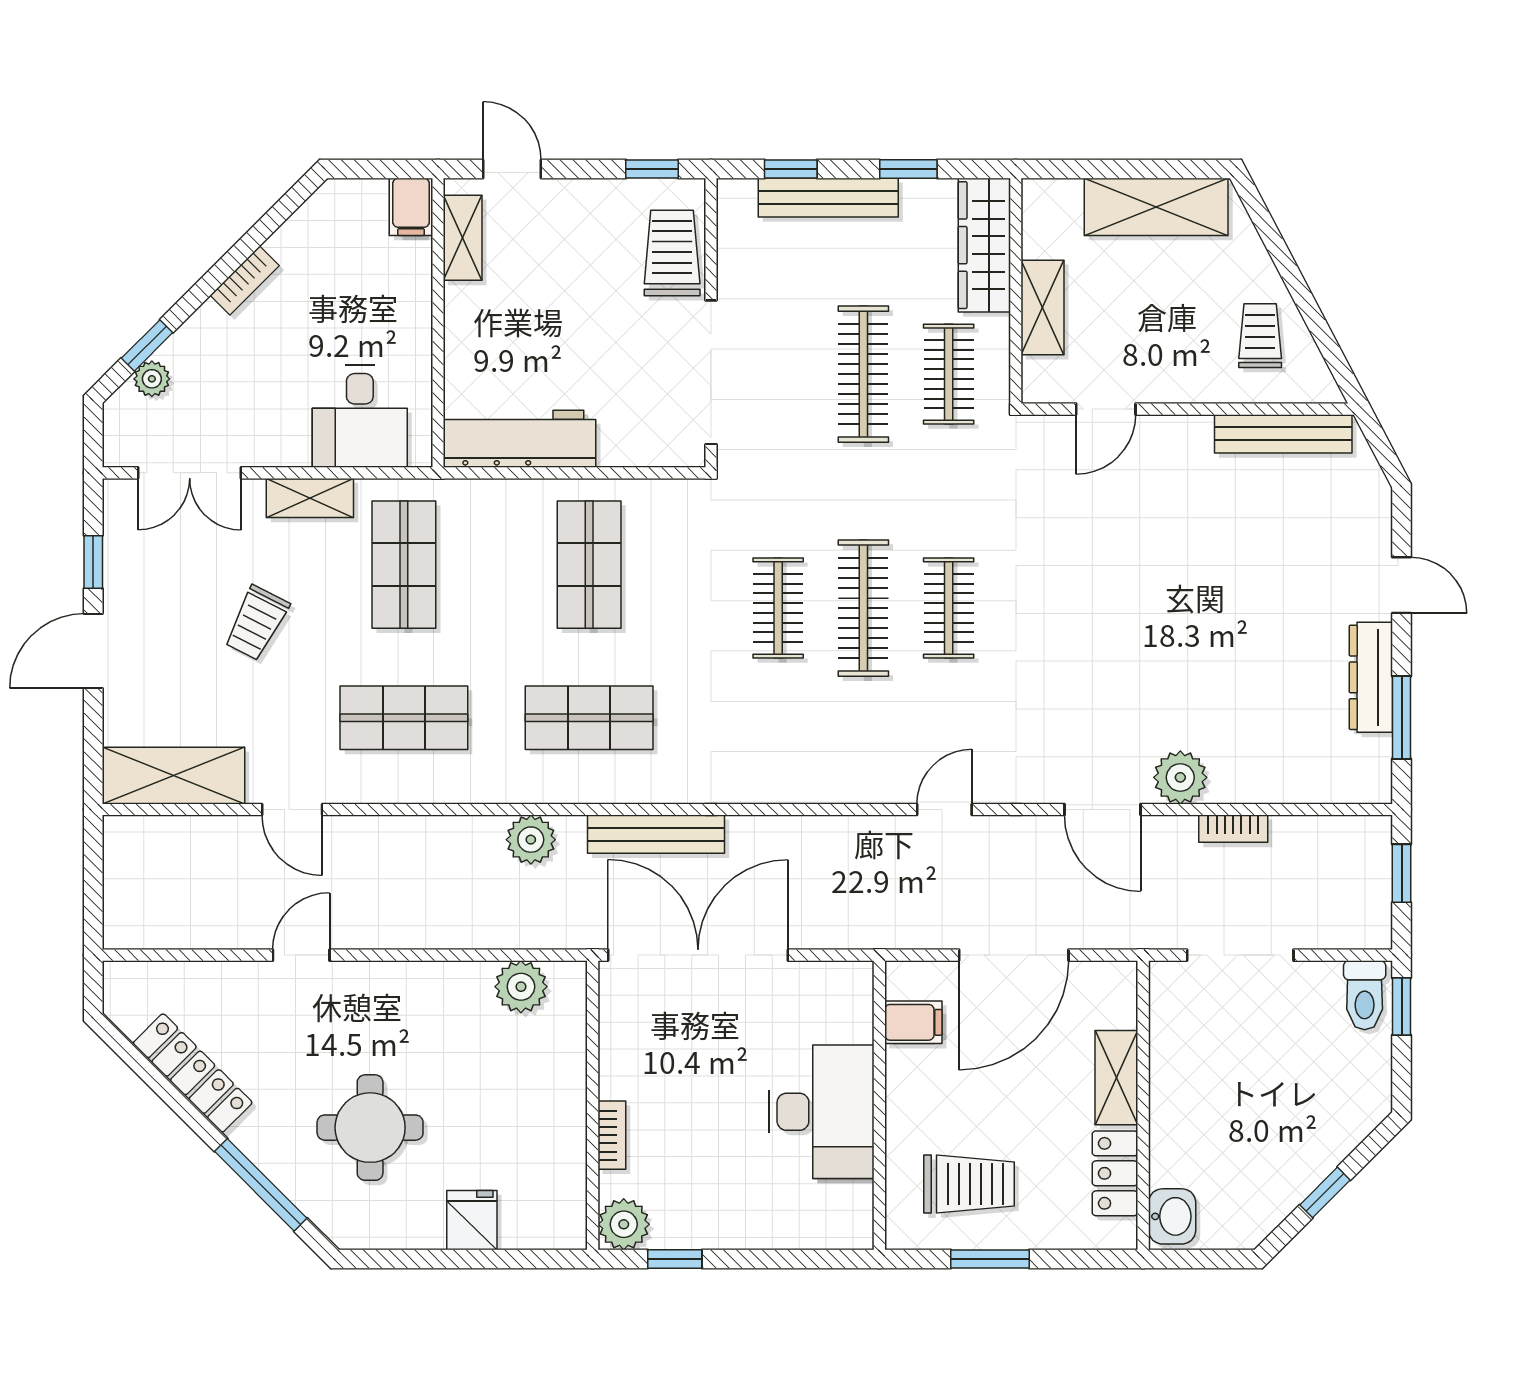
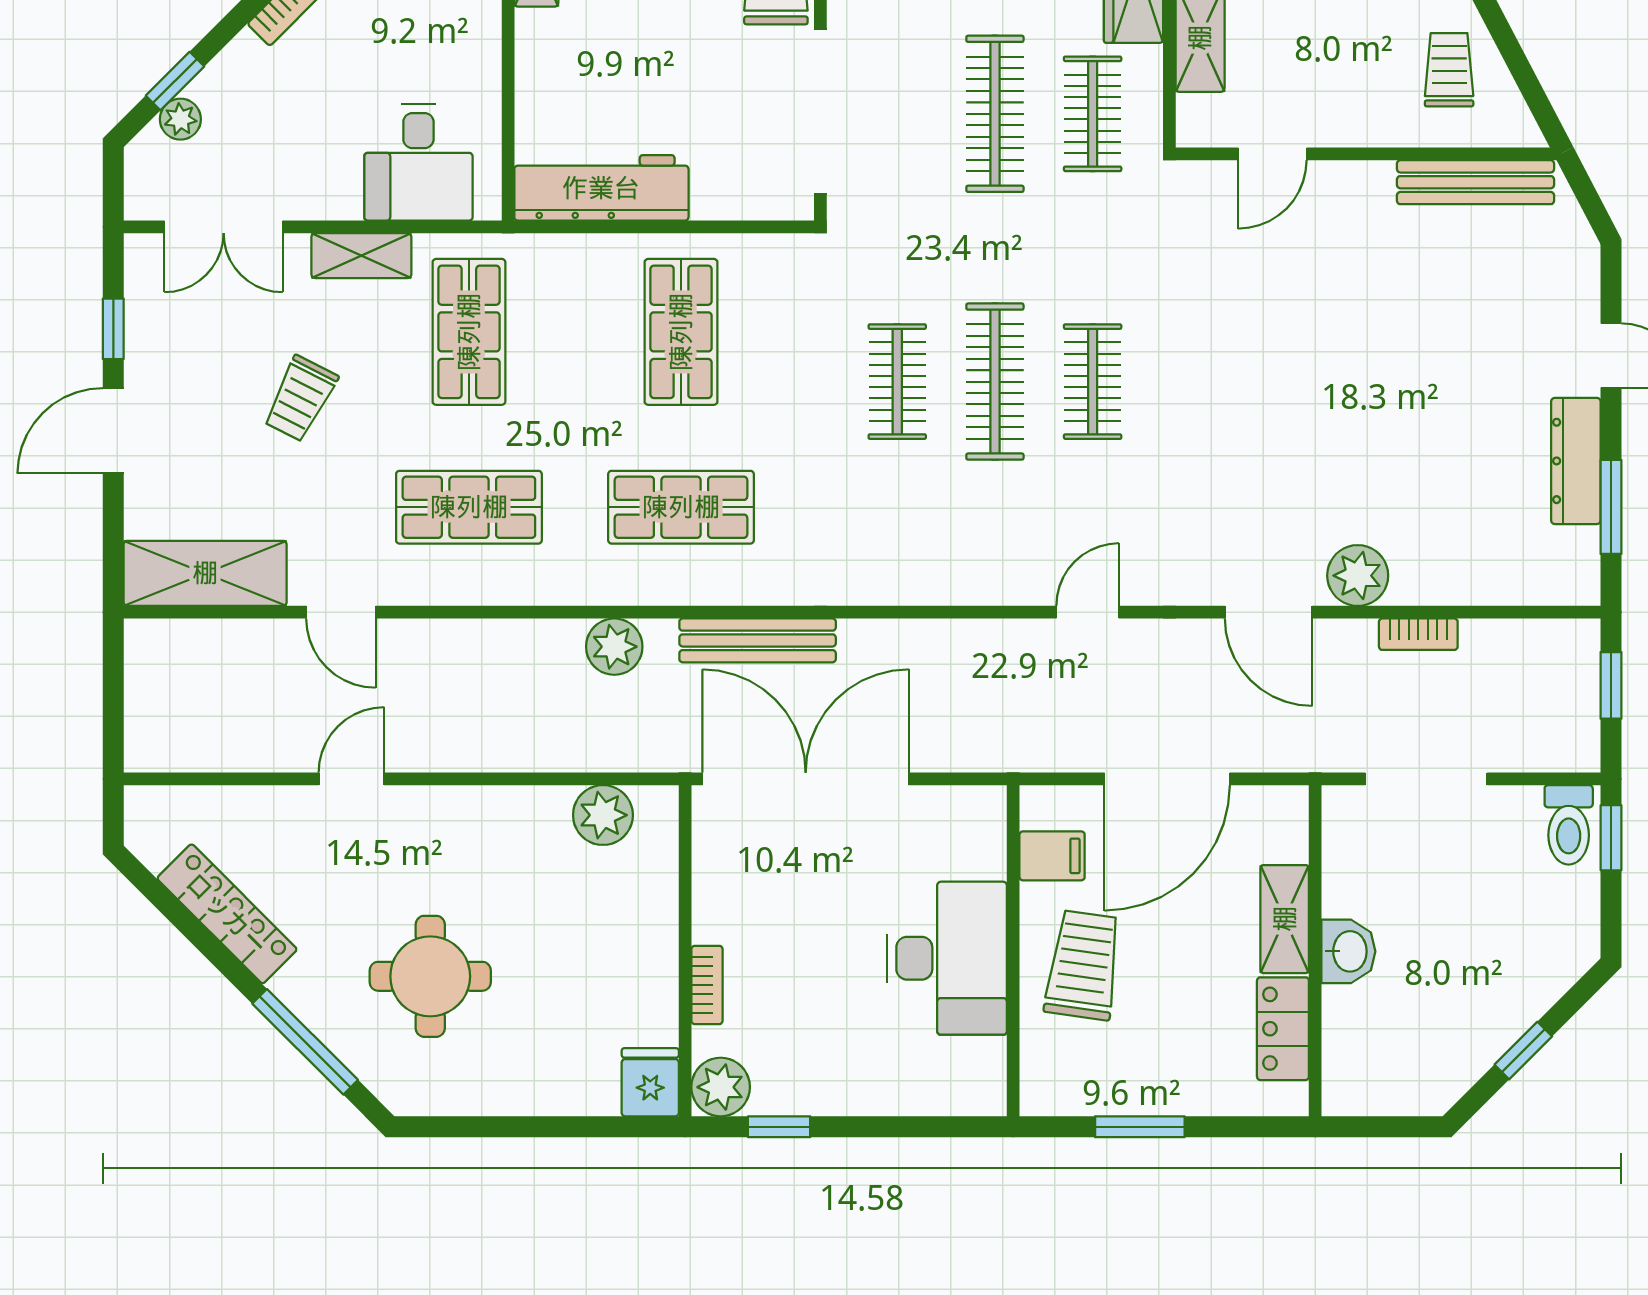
trolley: (969, 1184) -> (1083, 965), moved, turned -82
washbasin: (1172, 1216) -> (1348, 951), moved
fridge: (472, 1220) -> (650, 1082), moved

